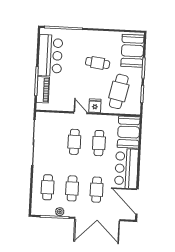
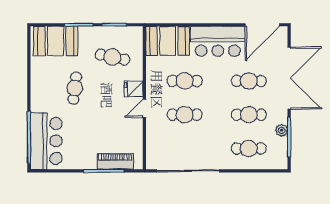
bar counter: (50, 55) -> (46, 141), moved, turned 90
cafe table: (119, 91) -> (112, 57), width x0.73, depth x0.74

